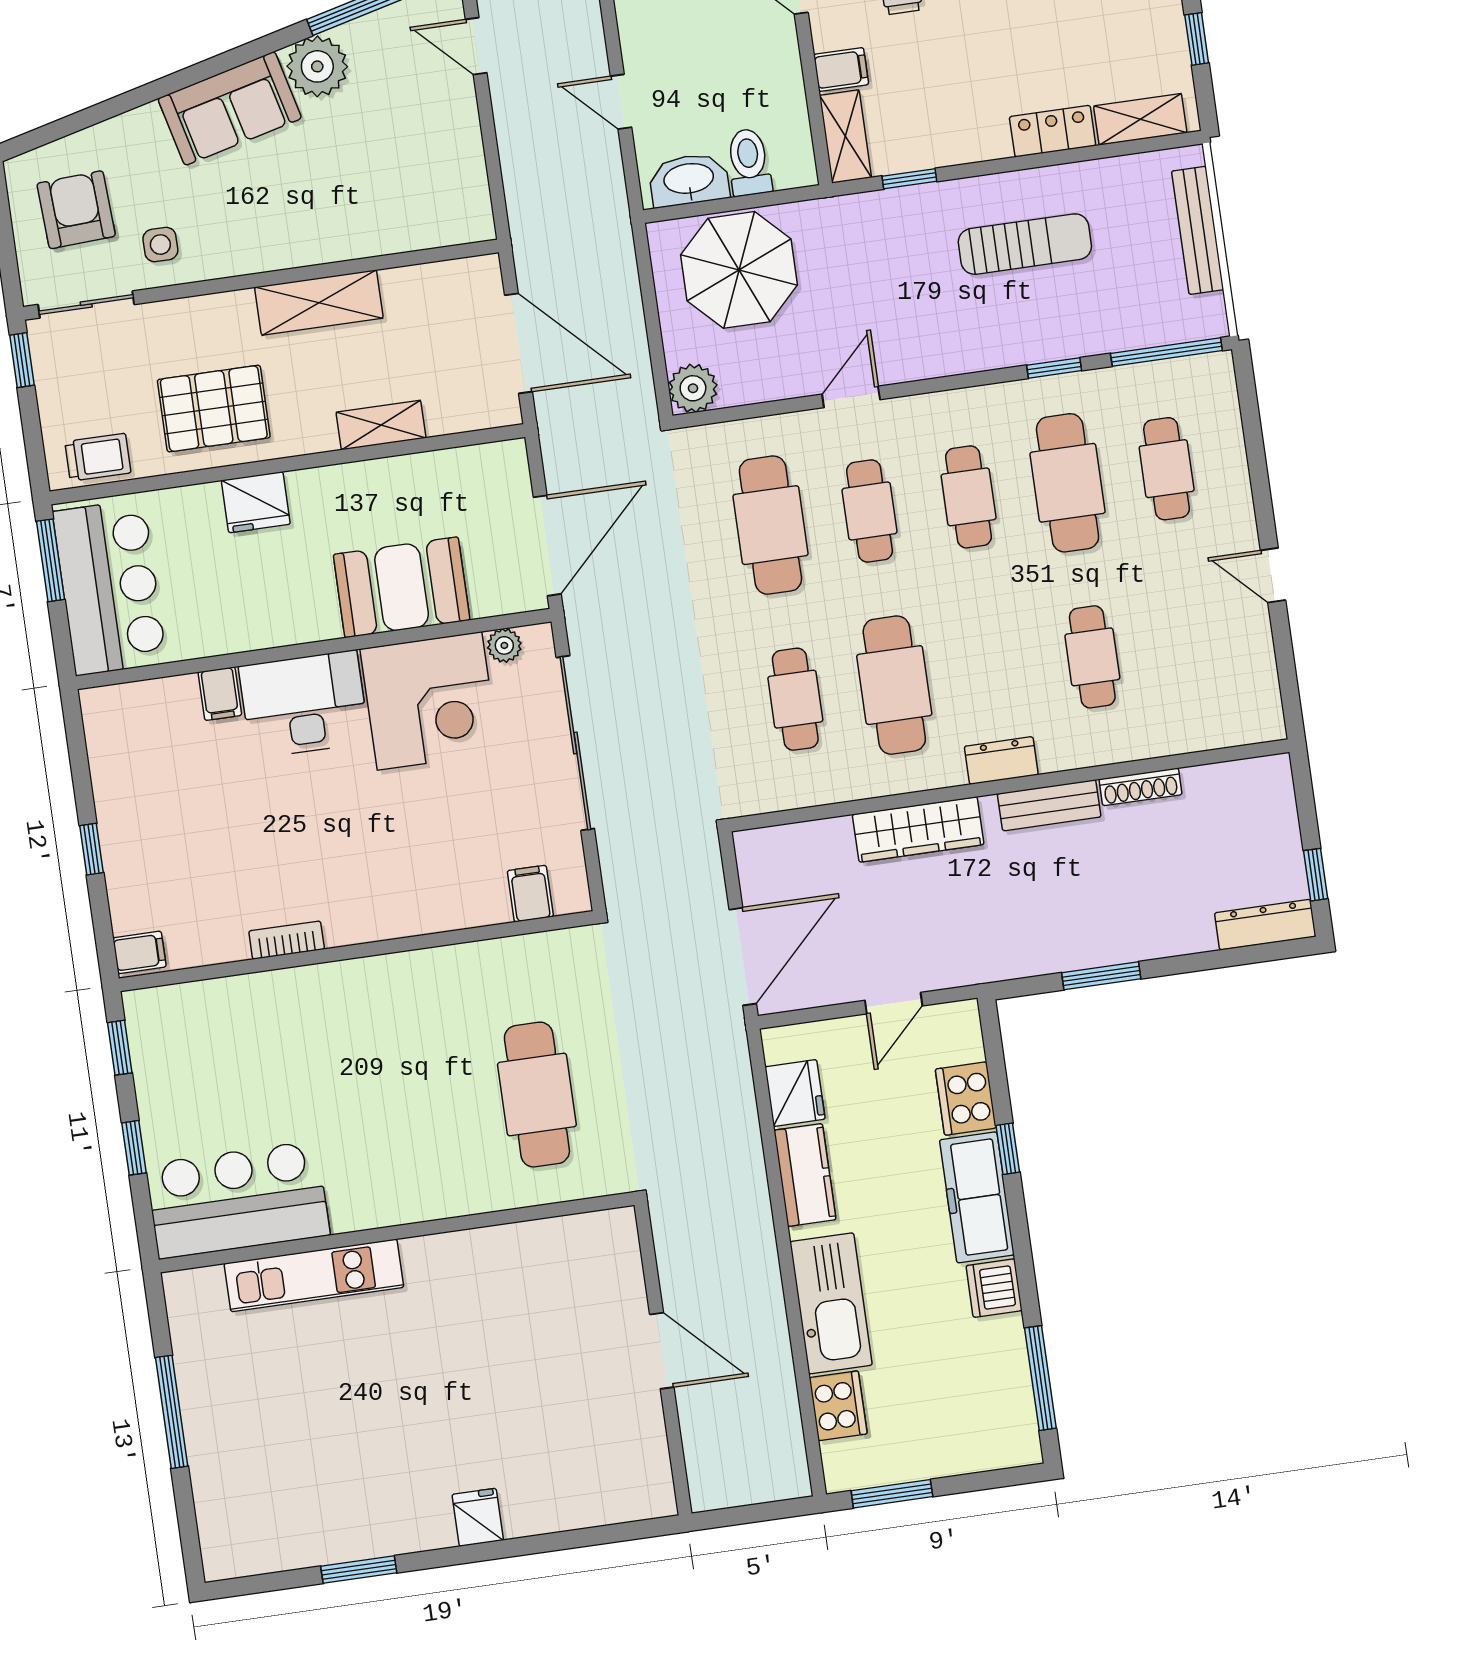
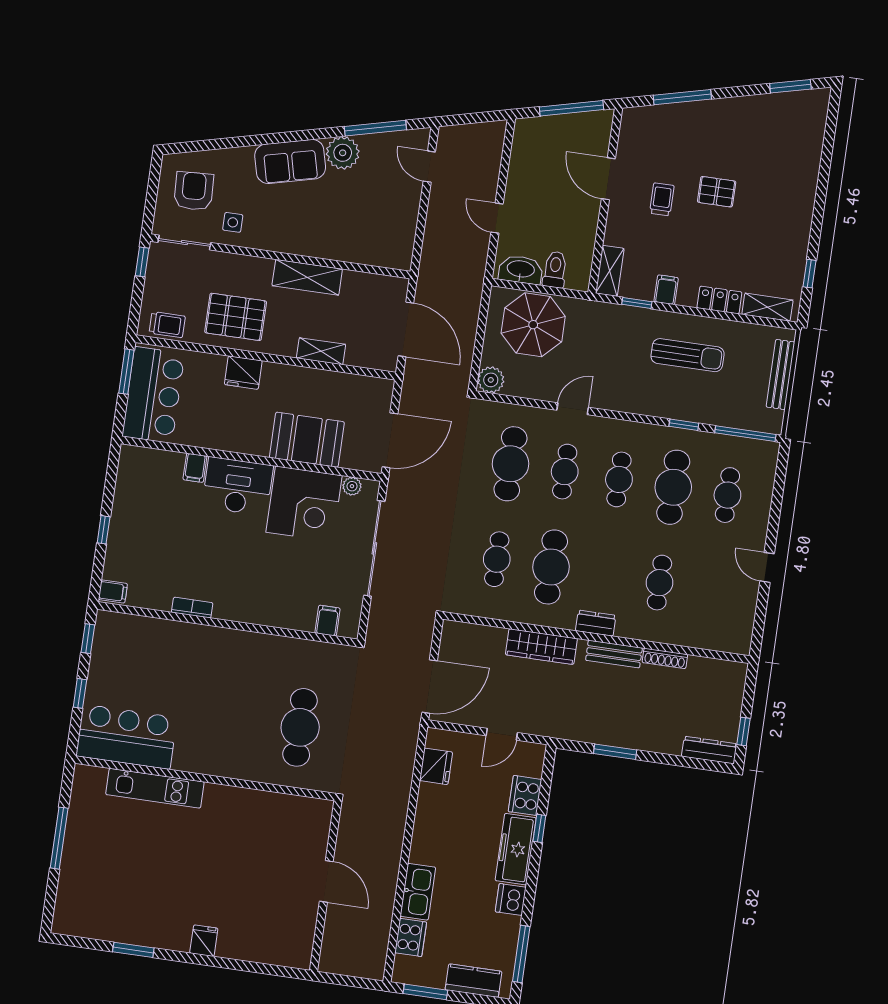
filing cabinet: (841, 70) -> (666, 290), moved, turned -90
kitchen counter: (805, 1175) -> (473, 981), moved, turned -90
kitchen sink: (831, 1303) -> (418, 892), width x0.73, depth x0.81

